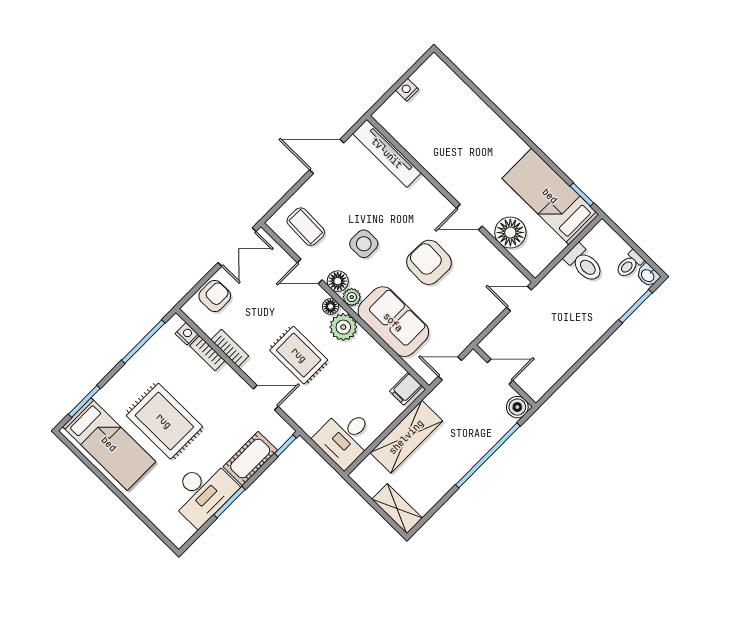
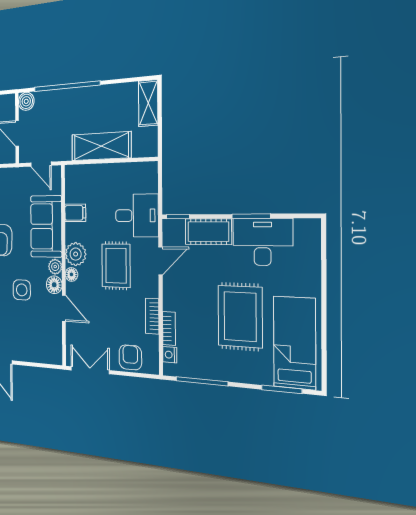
coffee table: (306, 227) -> (43, 336), removed
armchair: (215, 296) -> (130, 357), turned 90
filing cabinet: (406, 389) -> (75, 213), moved
door: (266, 398) -> (160, 261), swing flipped
desk: (345, 437) -> (137, 216), moved

